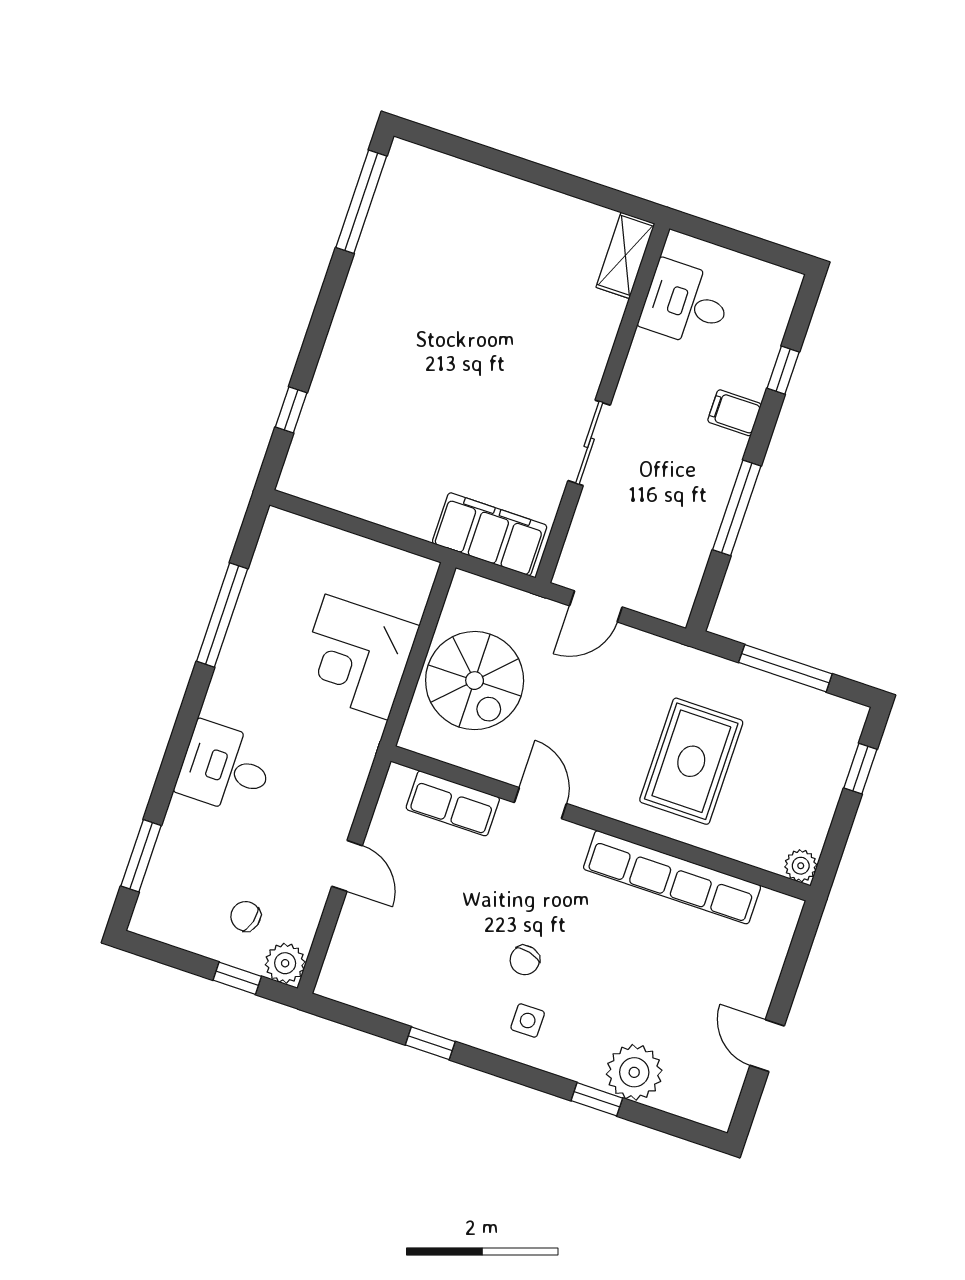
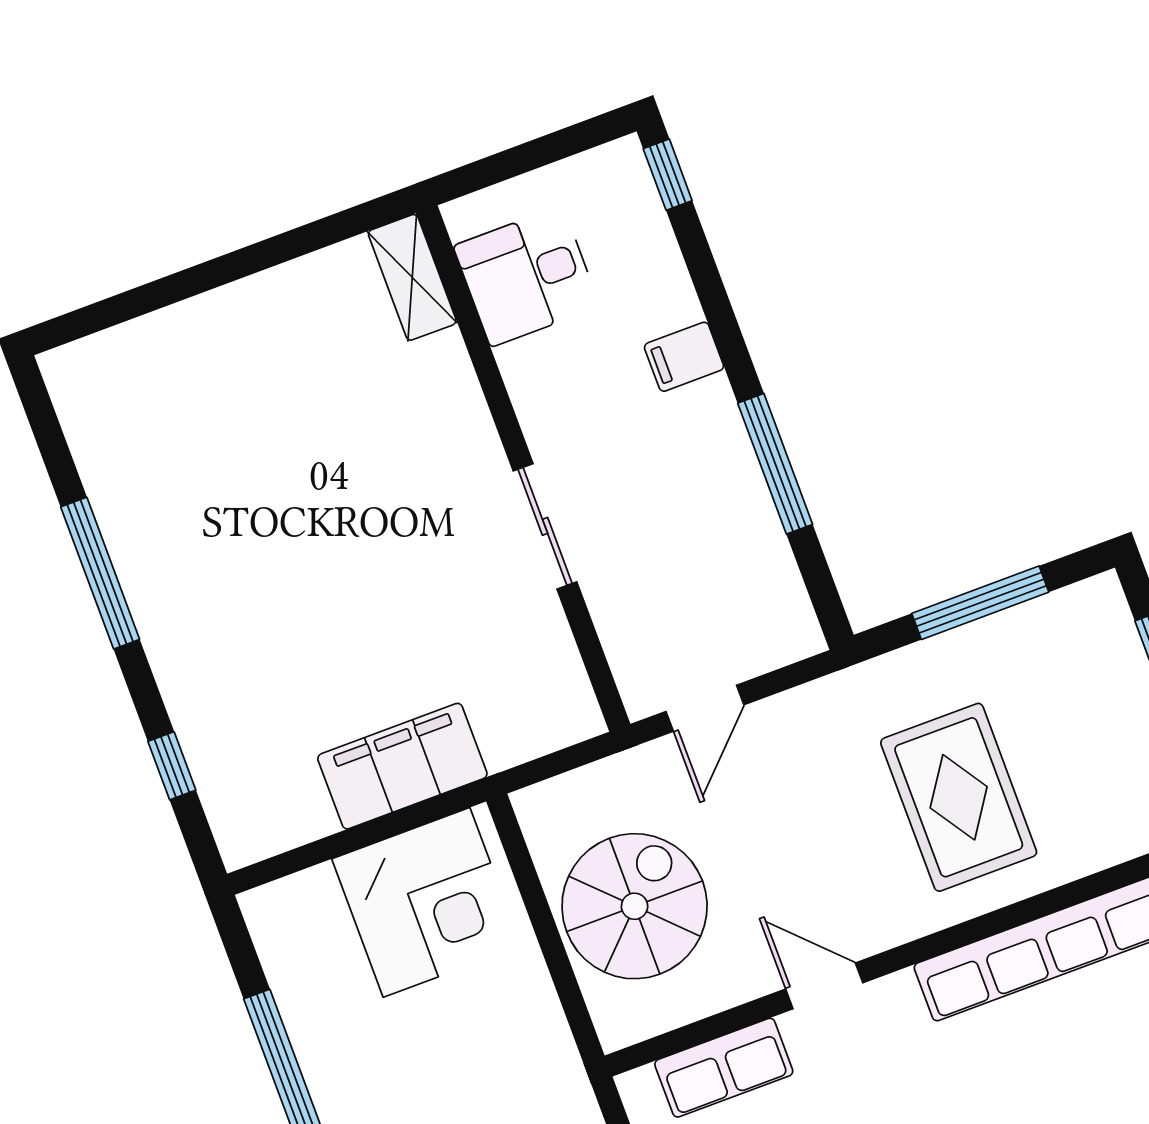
window: (361, 202) -> (100, 573), moved
window: (783, 370) -> (668, 175), moved
filing cabinet: (490, 534) -> (402, 766), moved
corner desk: (357, 657) -> (427, 902), moved, turned -90
spiral stairs: (475, 681) -> (635, 906), turned -90

